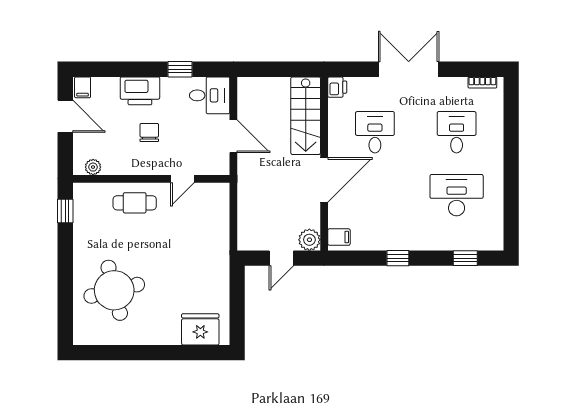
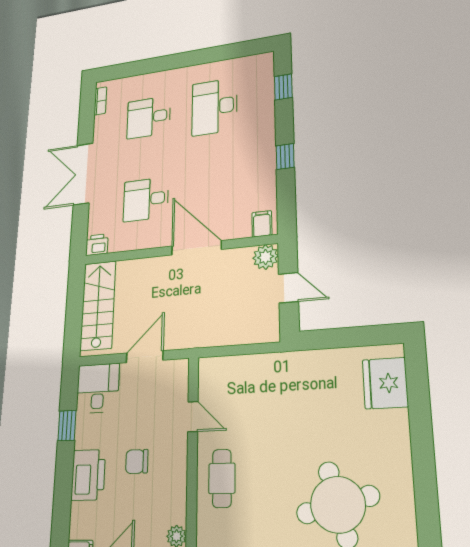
stairs: (306, 116) -> (98, 305), moved, turned -90

